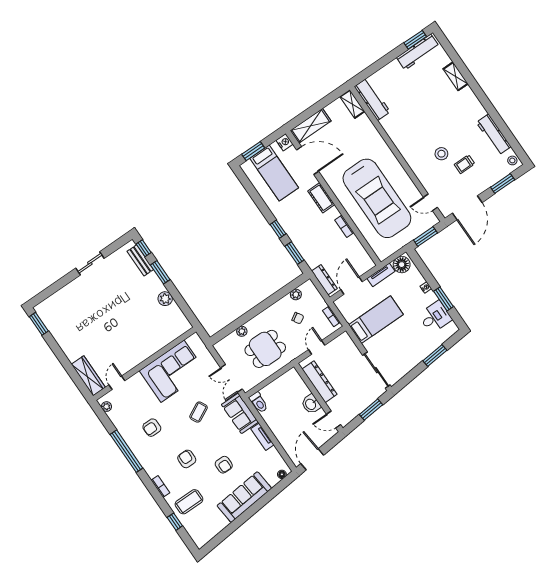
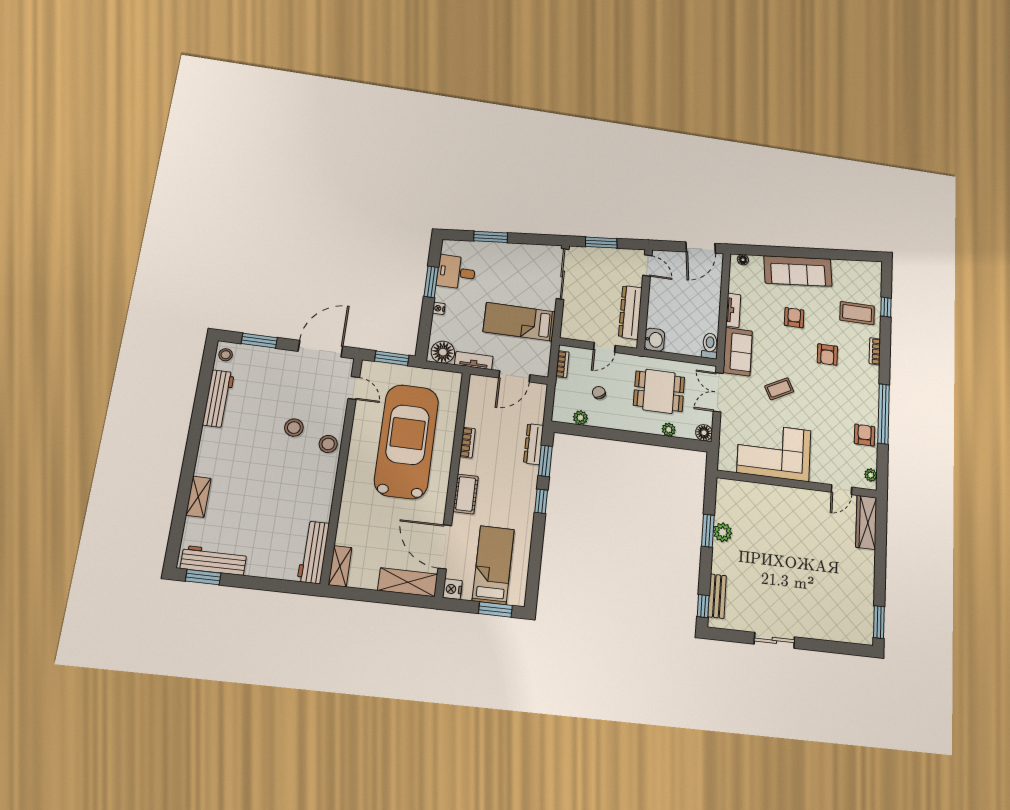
stool: (416, 161) -> (328, 444), added
trolley: (464, 164) -> (280, 395), removed
window: (160, 272) -> (708, 531), moved
dresser: (324, 280) -> (534, 444), moved
floor lamp: (221, 347) -> (704, 433), added
double door: (232, 378) -> (718, 392), swing flipped
washbasin: (311, 404) -> (654, 340), moved
armchair: (152, 428) -> (865, 435), moved, turned -90

